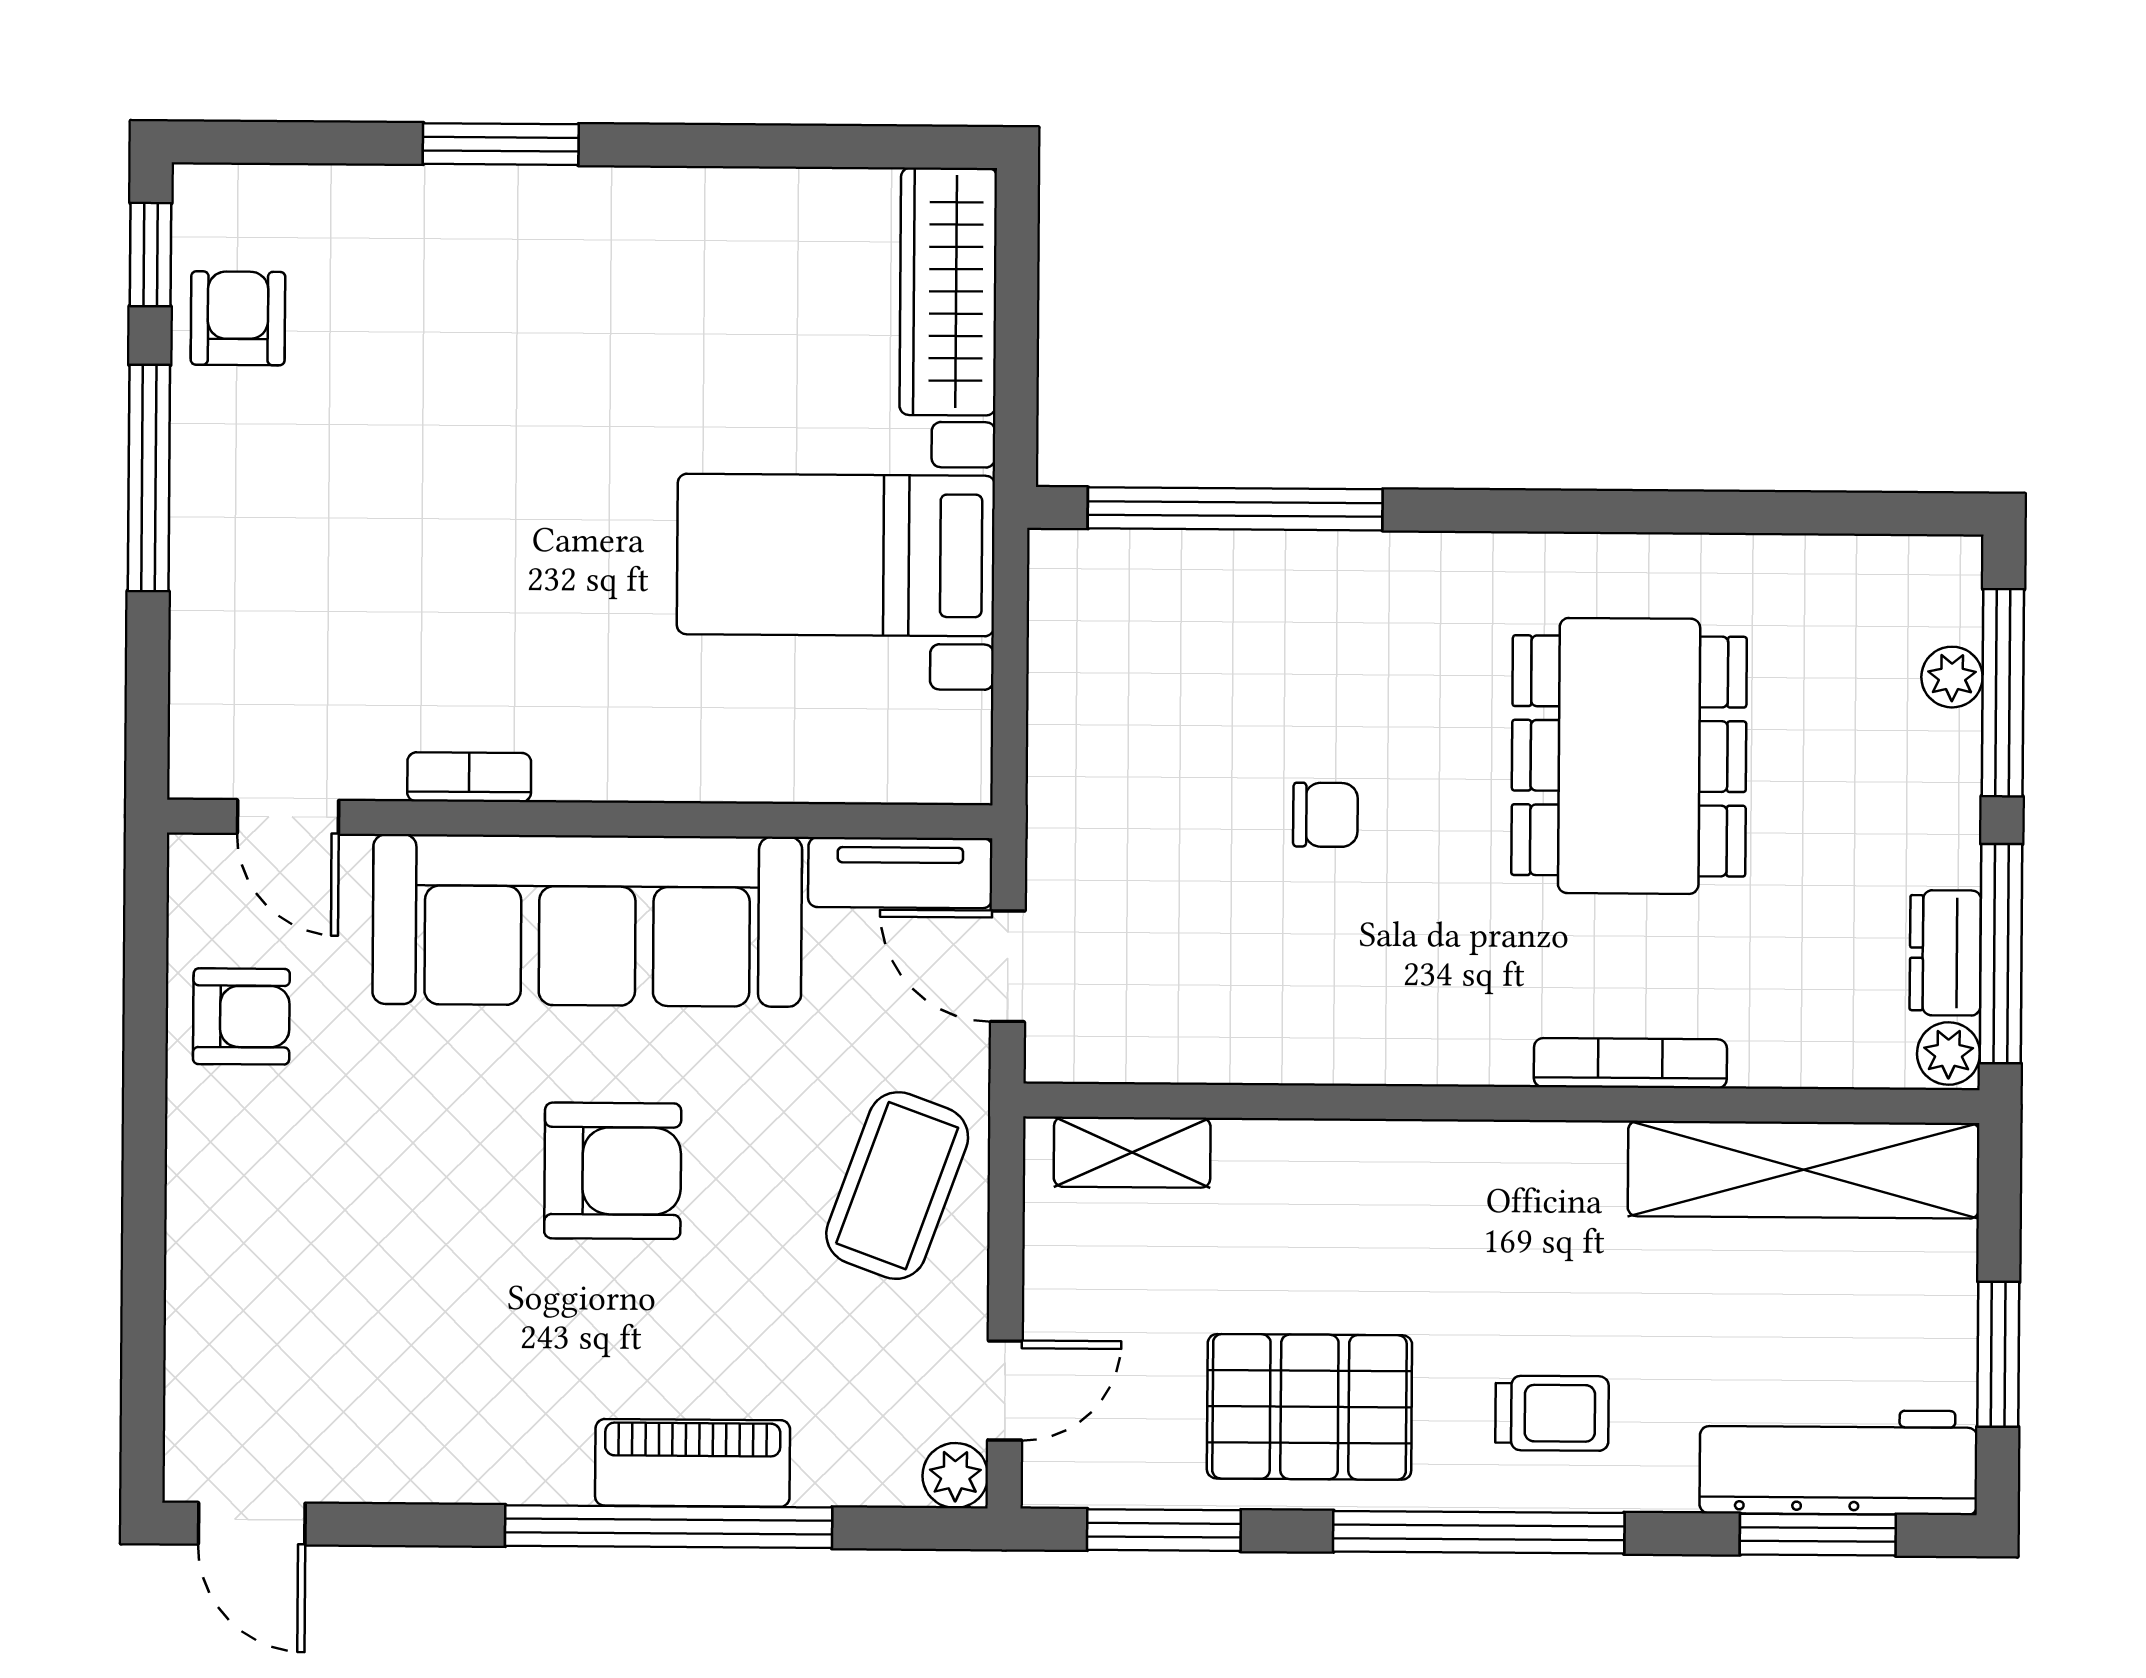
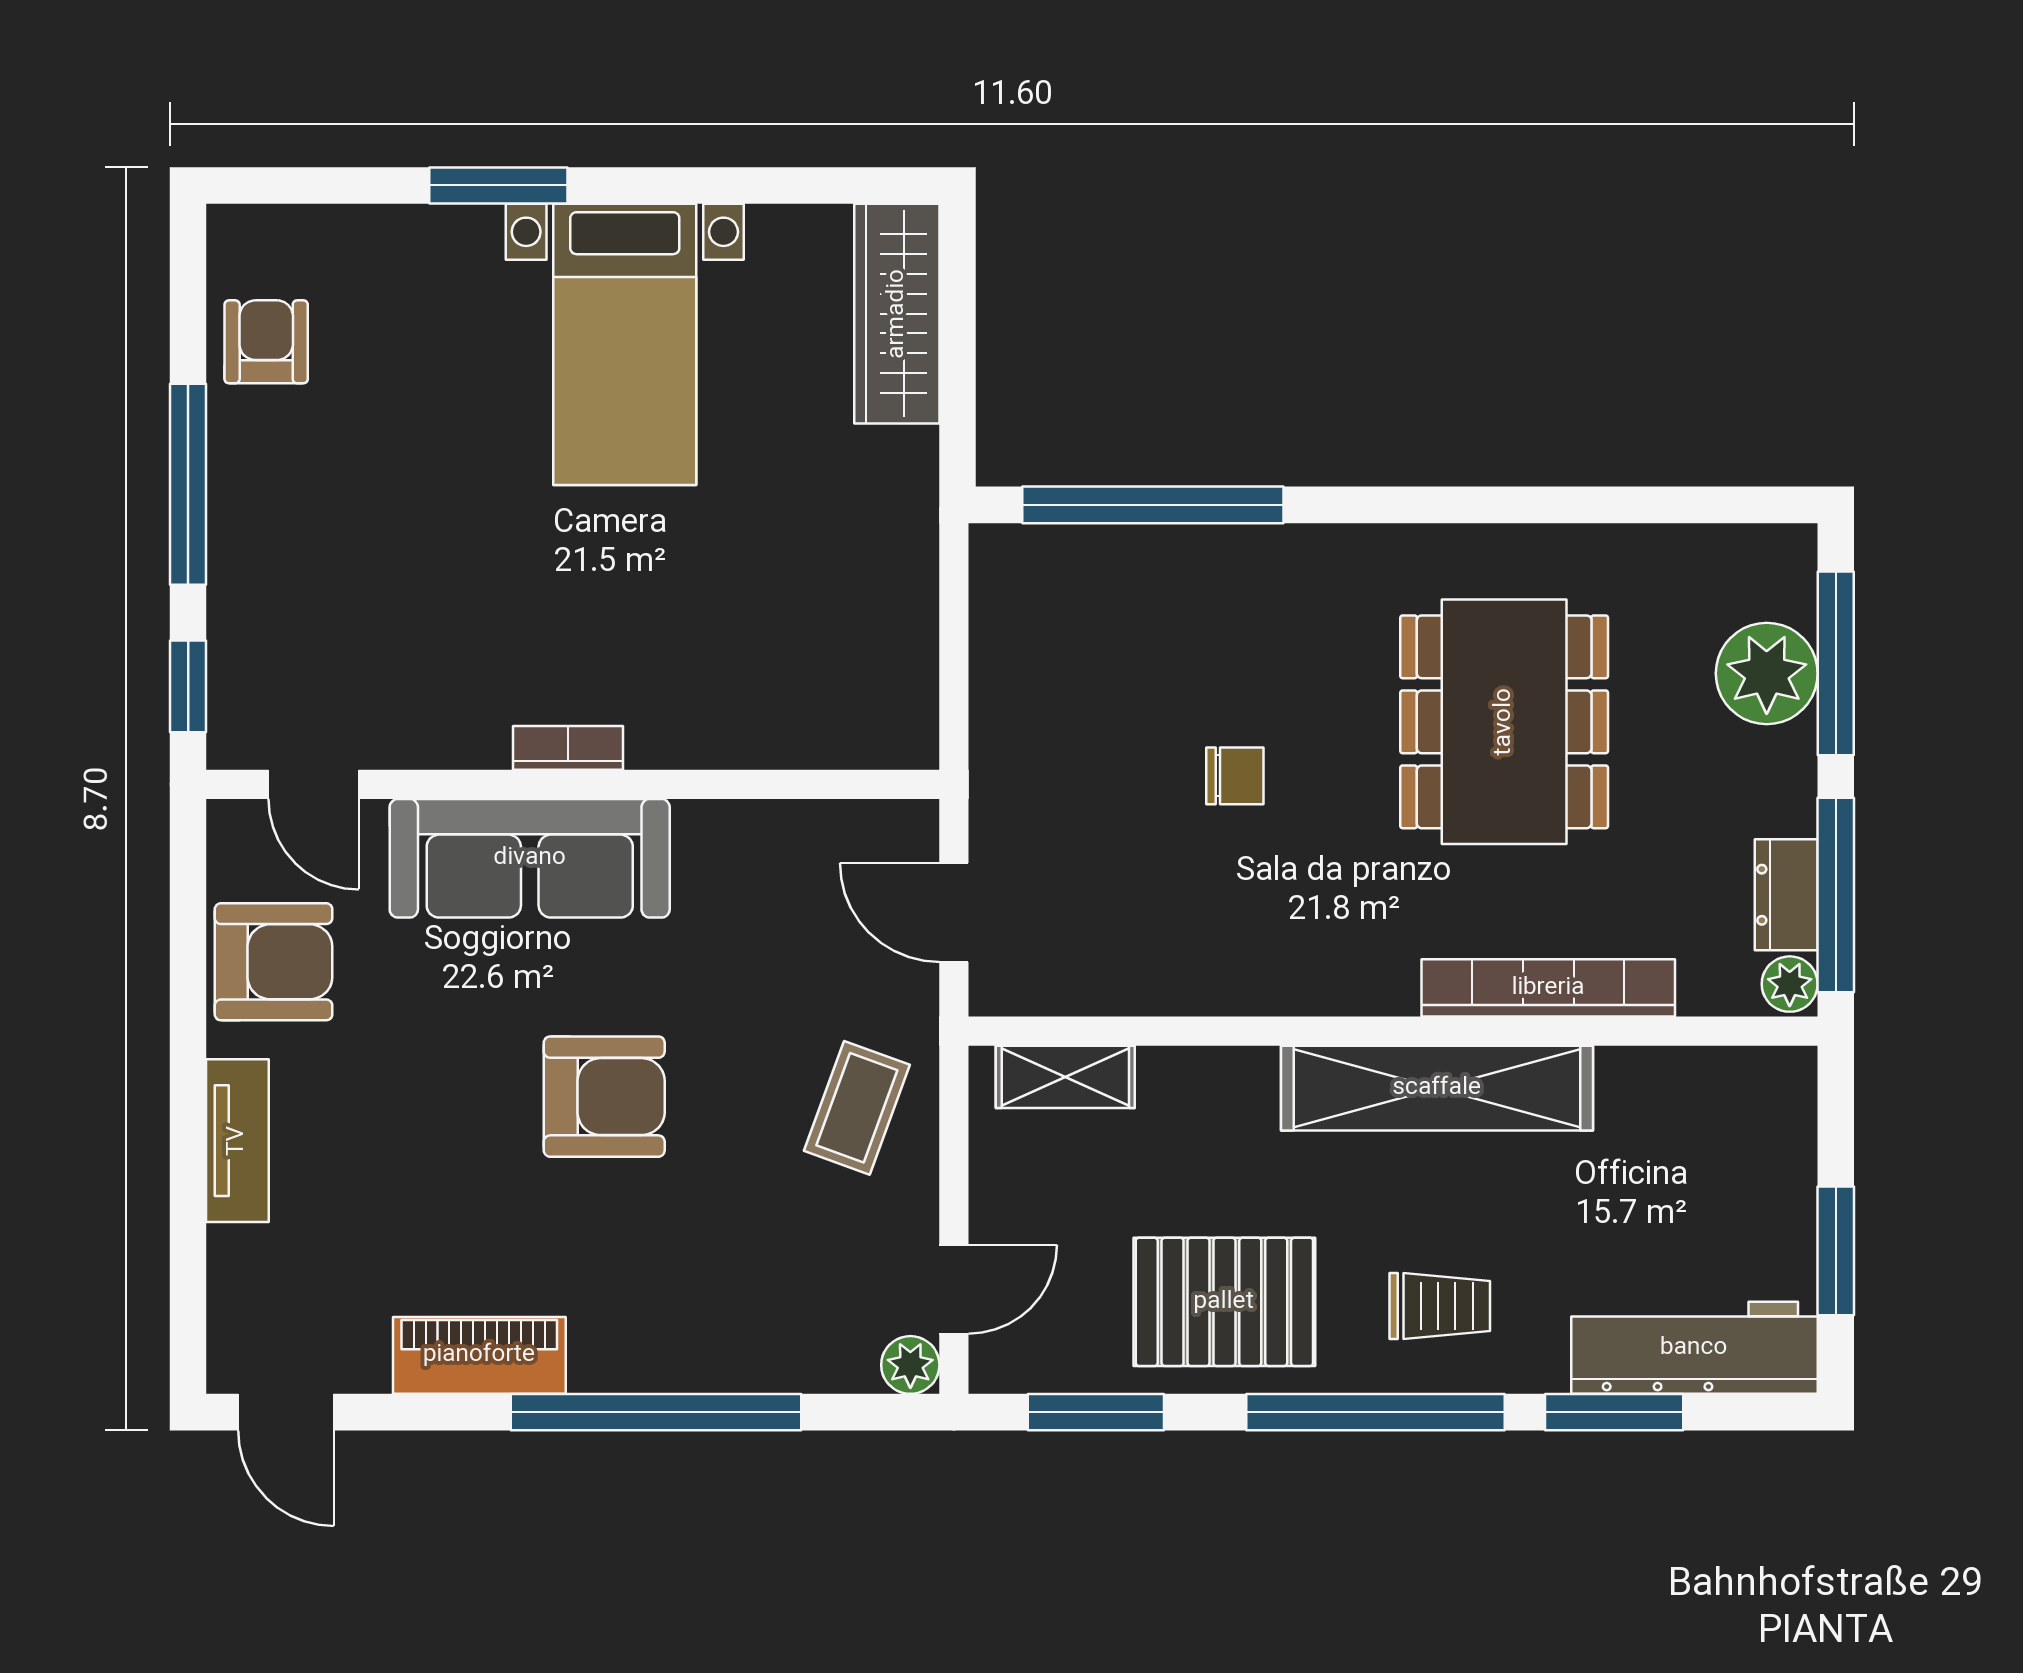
window: (150, 255) -> (188, 686), moved
bed with nightstands: (836, 555) -> (625, 344), moved, turned -90
plant: (1952, 677) -> (1767, 673), width x1.87, depth x1.87
bookcase: (469, 777) -> (568, 748), moved
tv unit: (900, 873) -> (237, 1141), moved, turned -90
sofa: (587, 920) -> (530, 858), width x0.74, depth x0.79
armchair: (241, 1016) -> (274, 962), width x1.38, depth x1.38
bookcase: (1630, 1063) -> (1548, 988), width x1.48, depth x1.31
shelving: (1804, 1170) -> (1437, 1088), moved
coffee table: (897, 1186) -> (857, 1108), width x0.73, depth x0.77
piano: (693, 1463) -> (479, 1355), moved
window: (1818, 1535) -> (1614, 1412), moved

